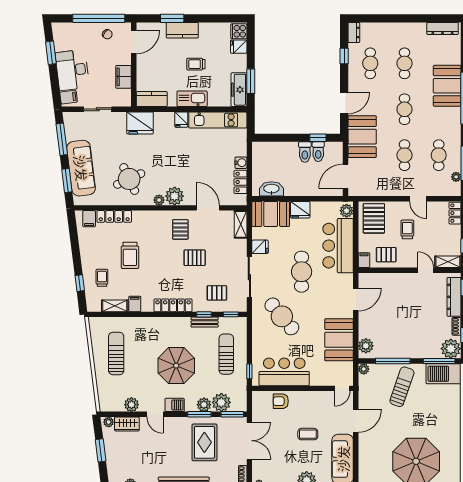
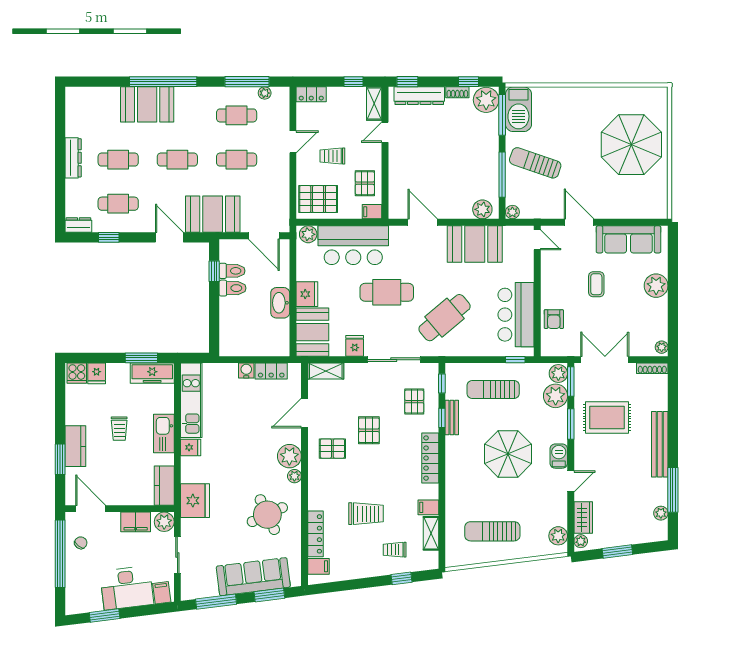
dresser: (443, 28) -> (73, 158), moved
plant: (124, 99) -> (164, 522), added
washbasin: (271, 189) -> (280, 303), moved
plant: (131, 405) -> (558, 536), moved
plant: (204, 405) -> (558, 373), moved

